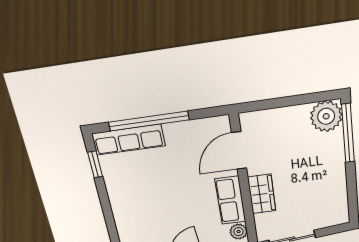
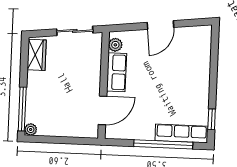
plant: (326, 116) -> (31, 129), width x0.53, depth x0.53
wardrobe: (262, 194) -> (37, 55), moved, turned 180

